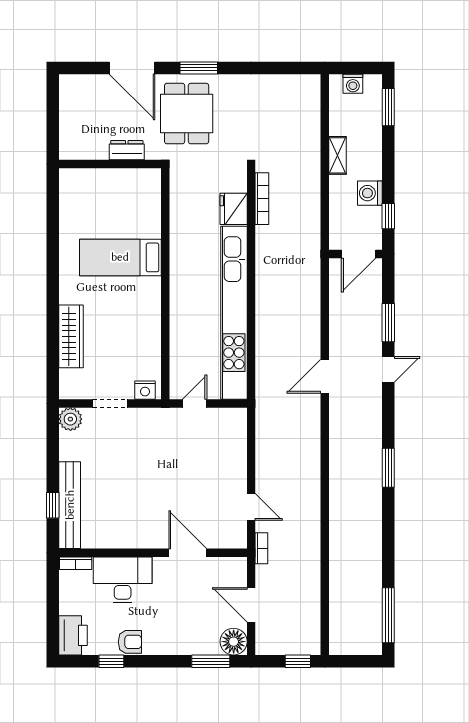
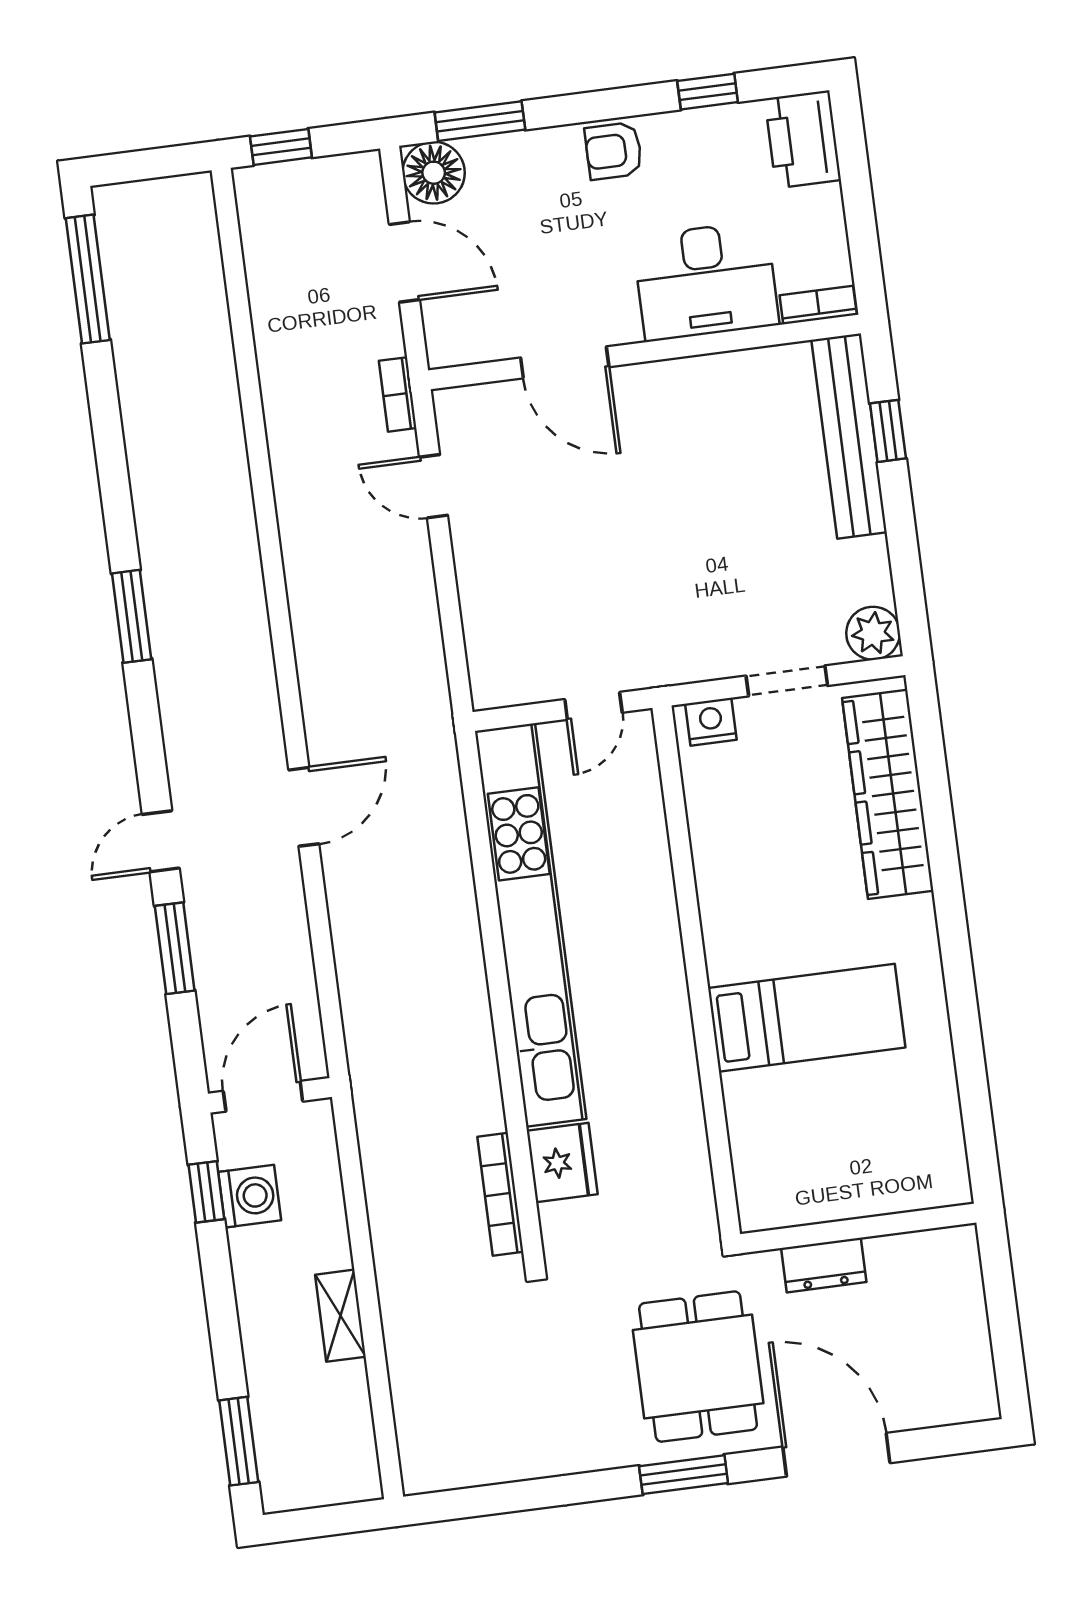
washing machine: (353, 84) -> (326, 1484), removed
washing machine: (370, 193) -> (250, 1196), moved
wardrobe: (71, 336) -> (888, 794), width x1.40, depth x1.17
armchair: (130, 642) -> (614, 151), moved

